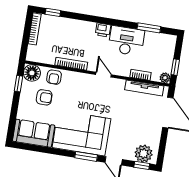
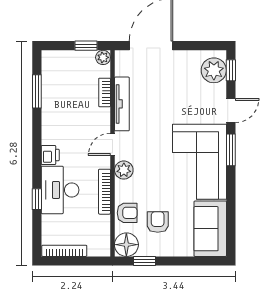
window: (53, 12) -> (37, 199), moved
desk: (126, 41) -> (60, 190), moved
plant: (84, 80) -> (124, 170), added
tv unit: (144, 88) -> (122, 104), moved

